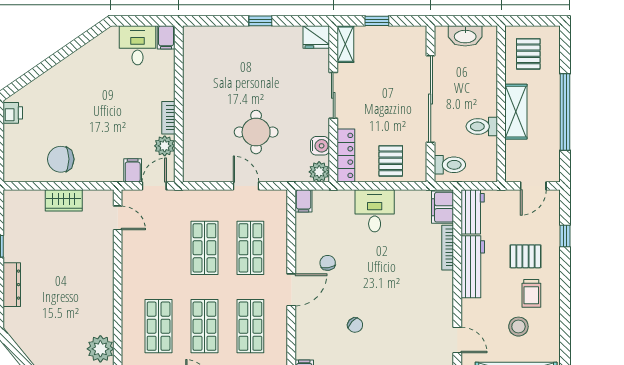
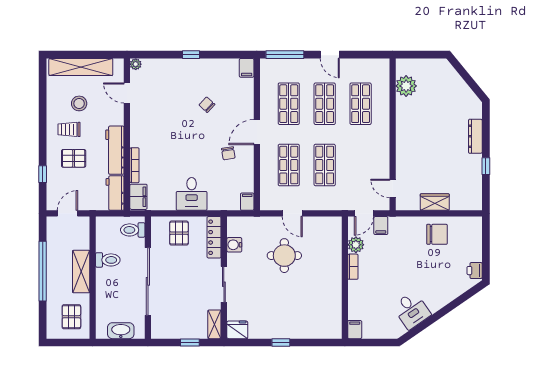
desk: (138, 45) -> (412, 310), moved, turned -35
plant: (319, 172) -> (235, 224), removed
trolley: (531, 293) -> (69, 129), turned -90

